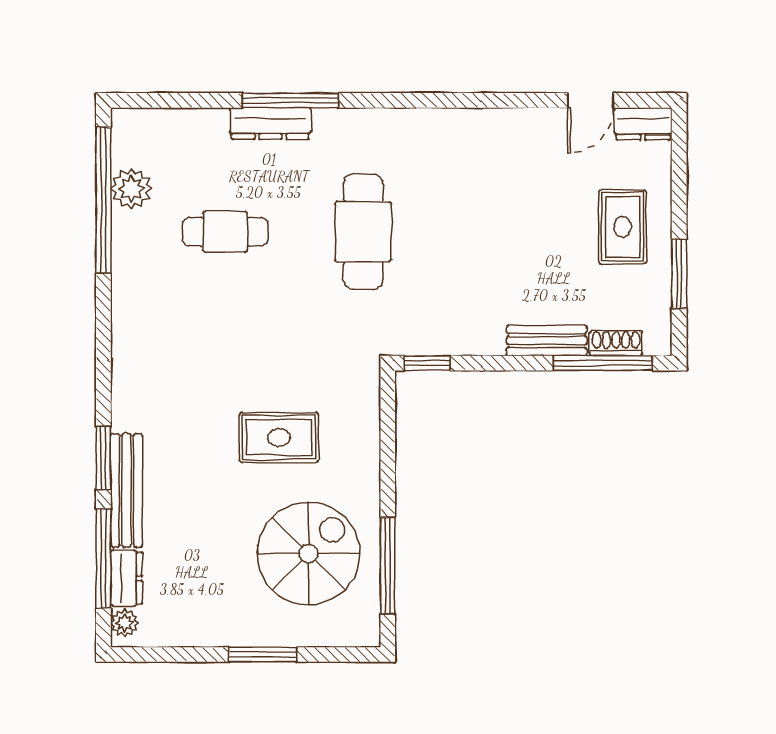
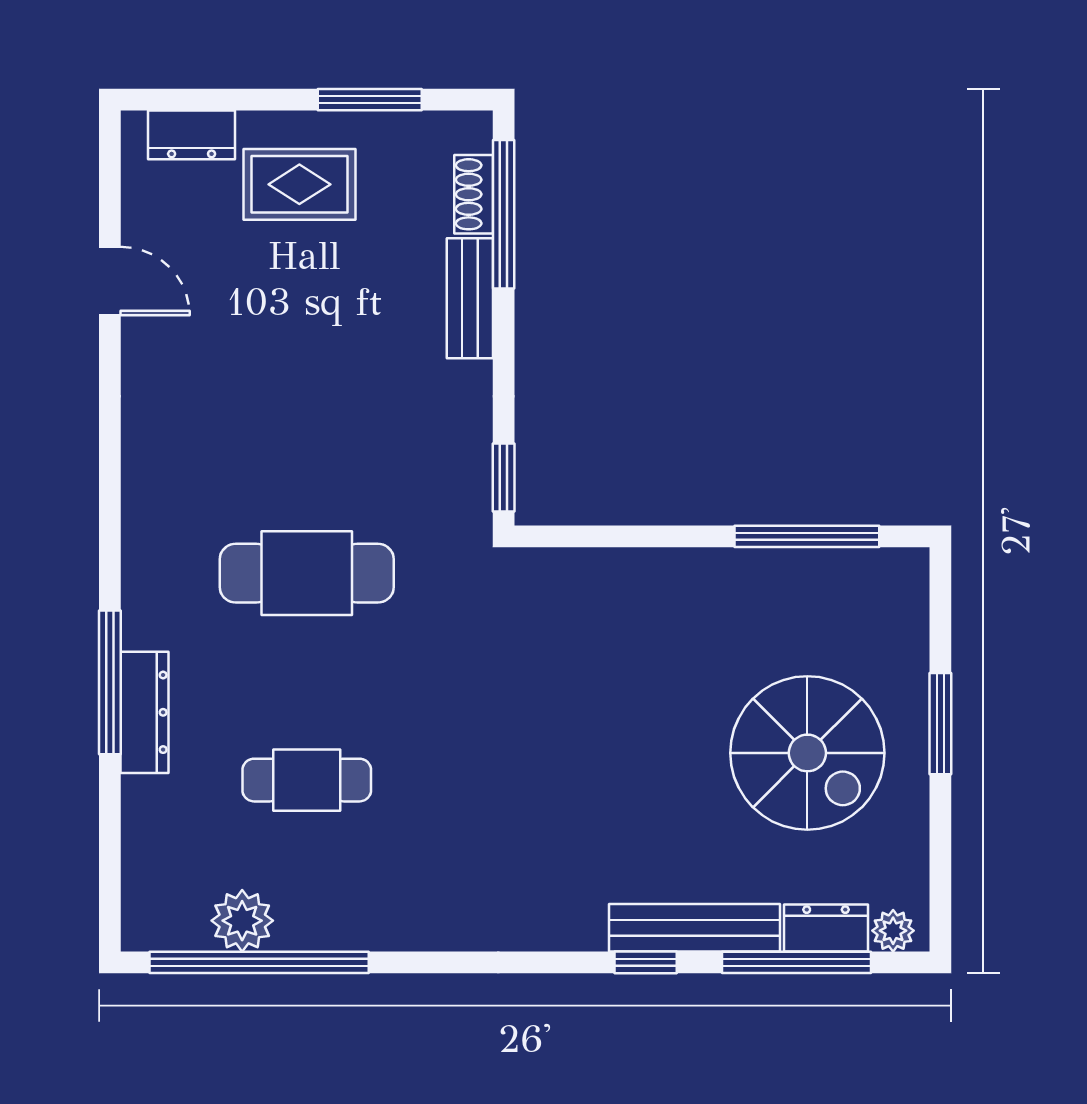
door: (590, 100) -> (110, 281), moved
dresser: (643, 124) -> (192, 135), moved, turned 90
cafe table: (225, 232) -> (307, 780), turned 90
rug: (279, 437) -> (615, 699), removed
window: (103, 458) -> (646, 962), width x0.67
spiral stairs: (308, 554) -> (807, 753), moved, turned 180

